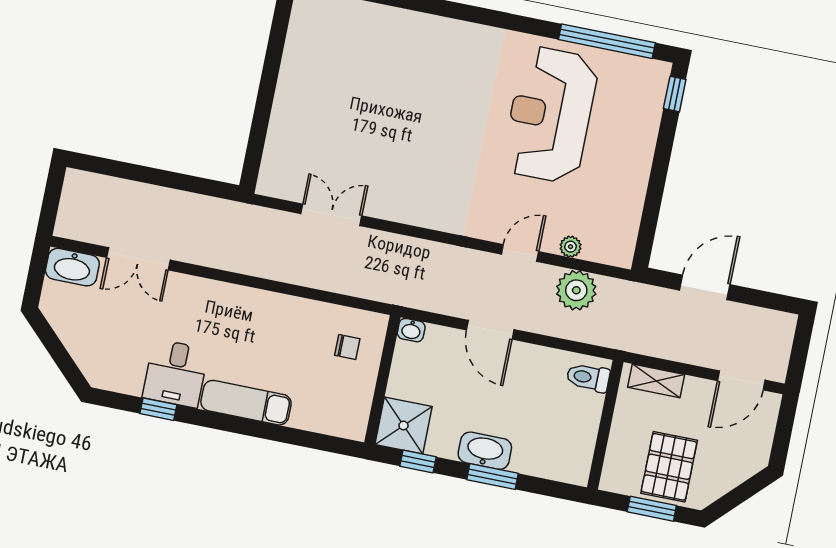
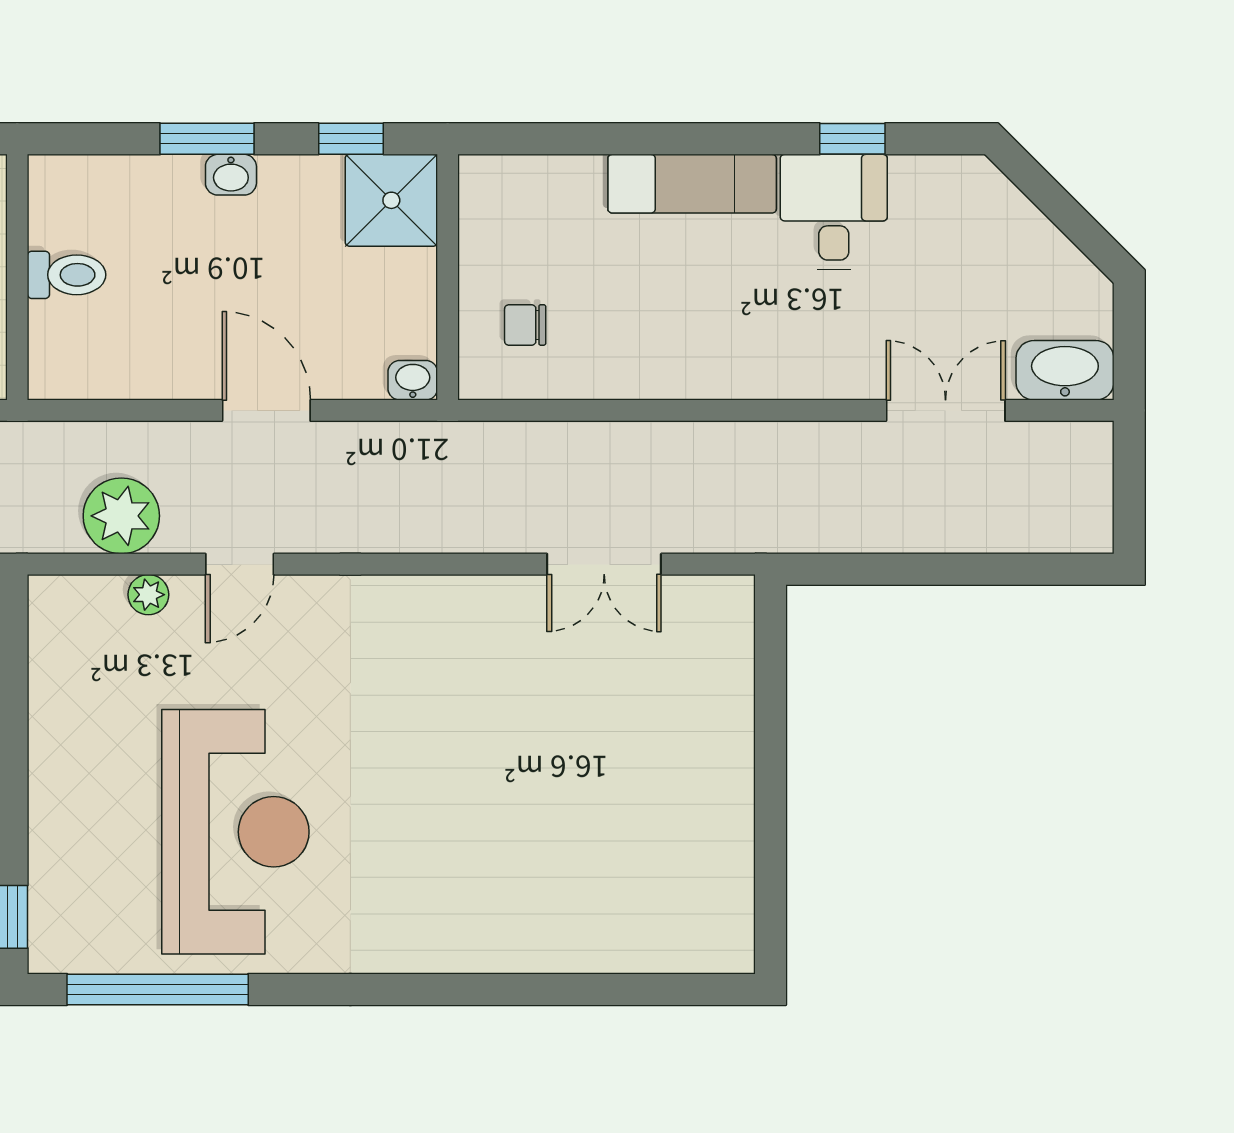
toilet: (588, 378) -> (67, 275), moved
washbasin: (485, 451) -> (231, 175), width x0.52, depth x0.69

